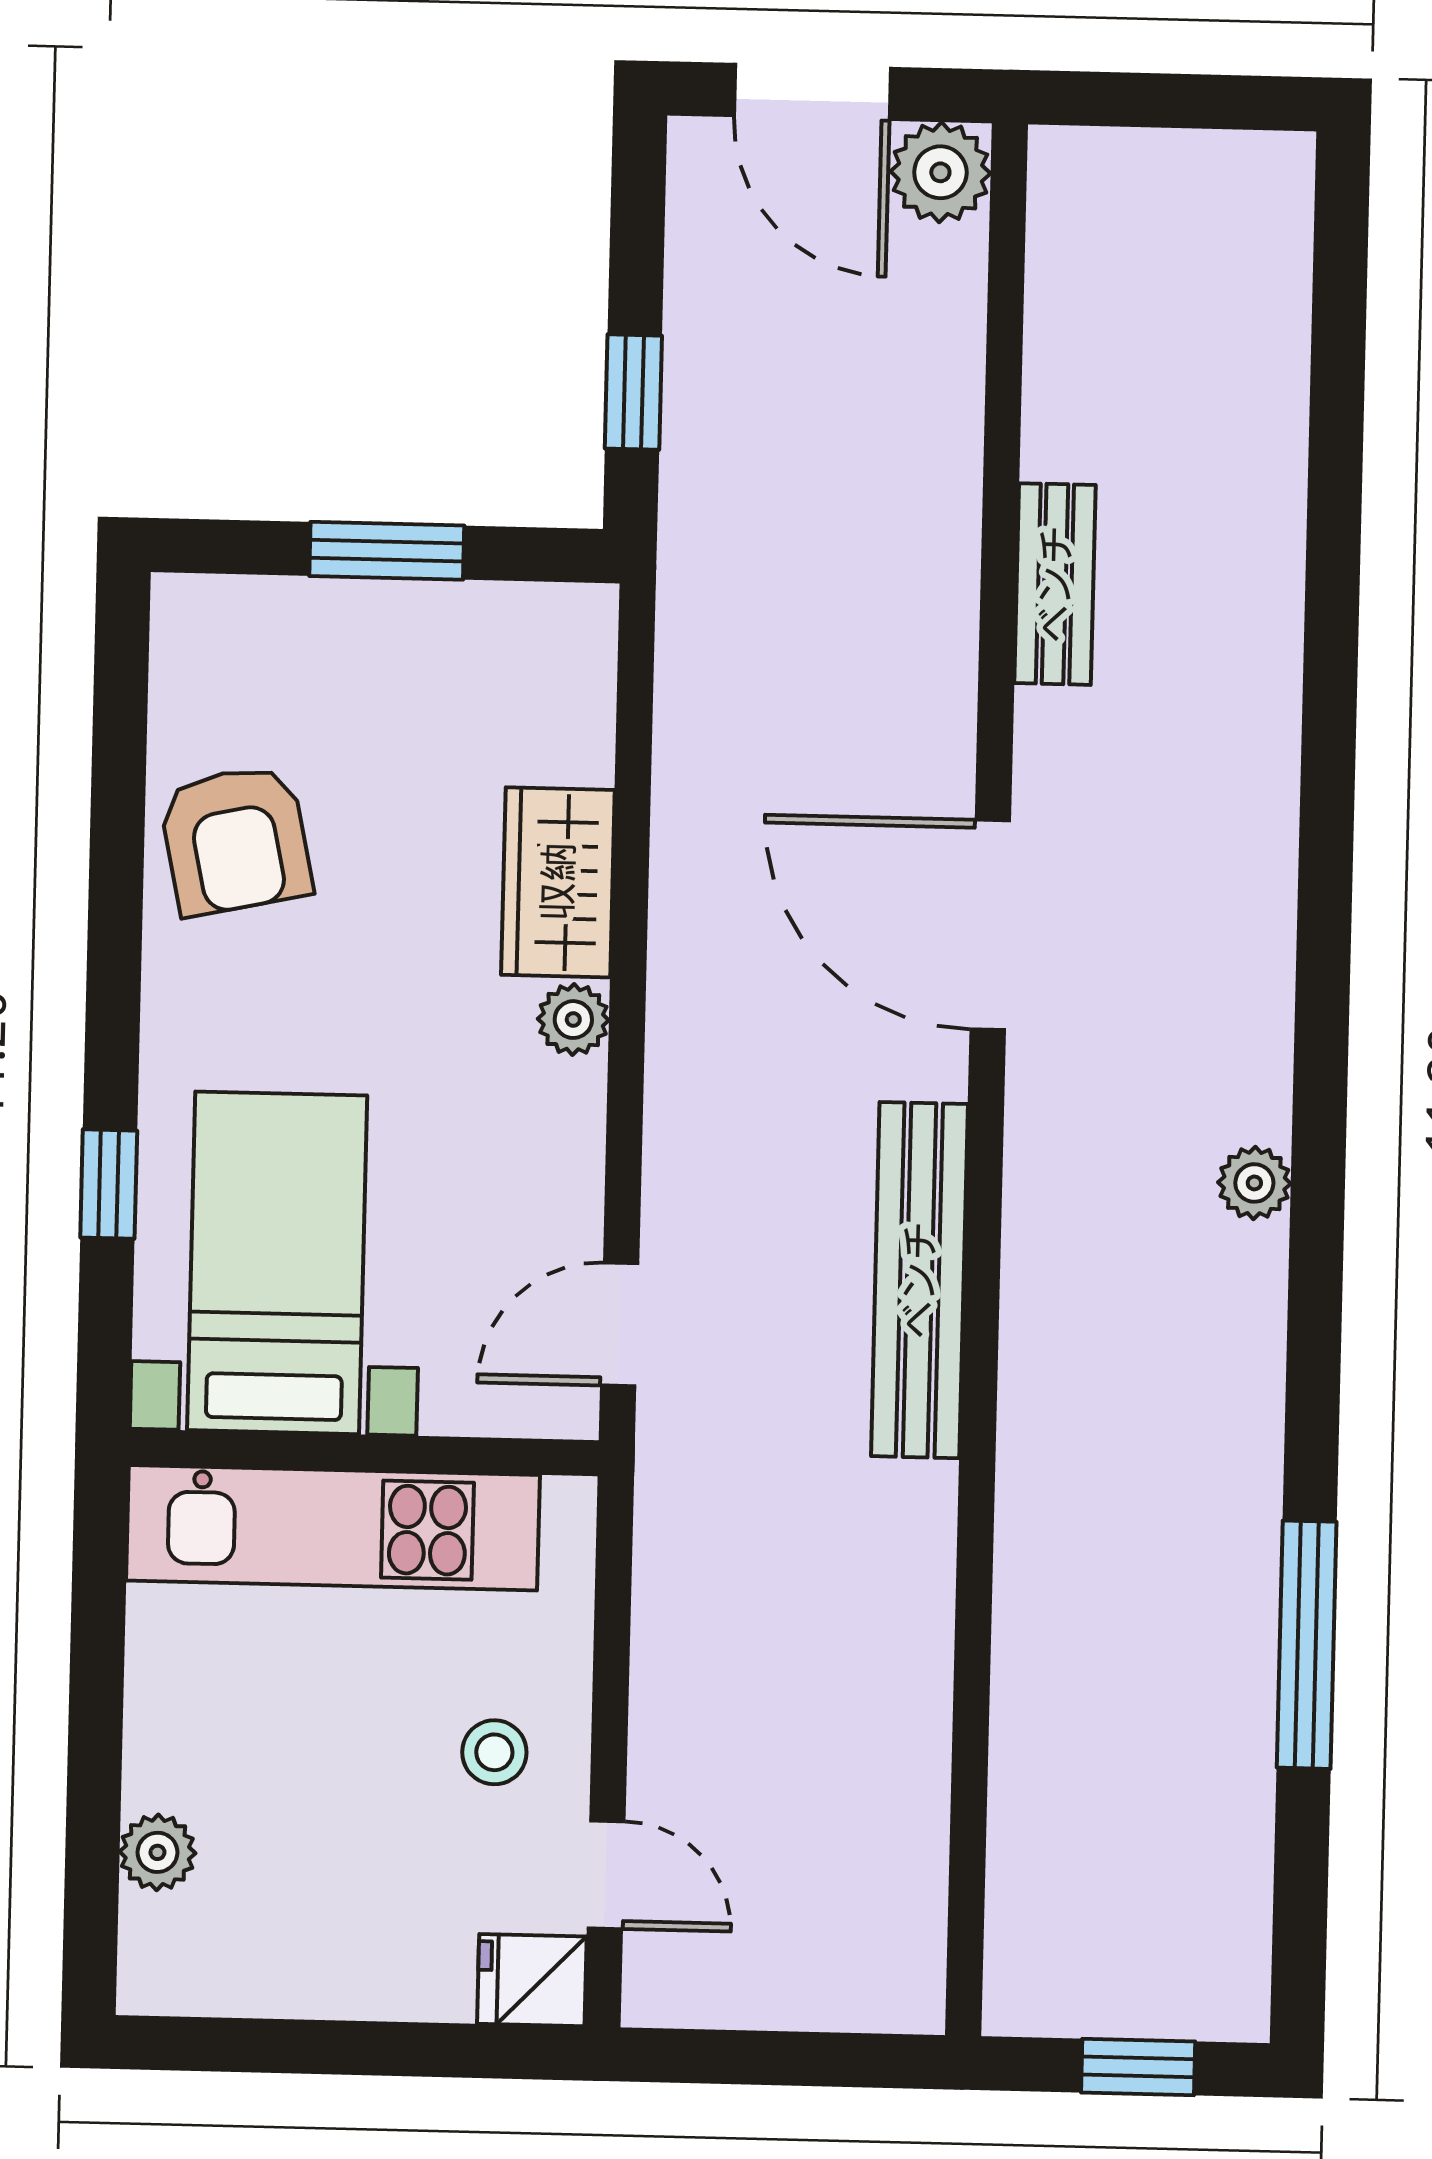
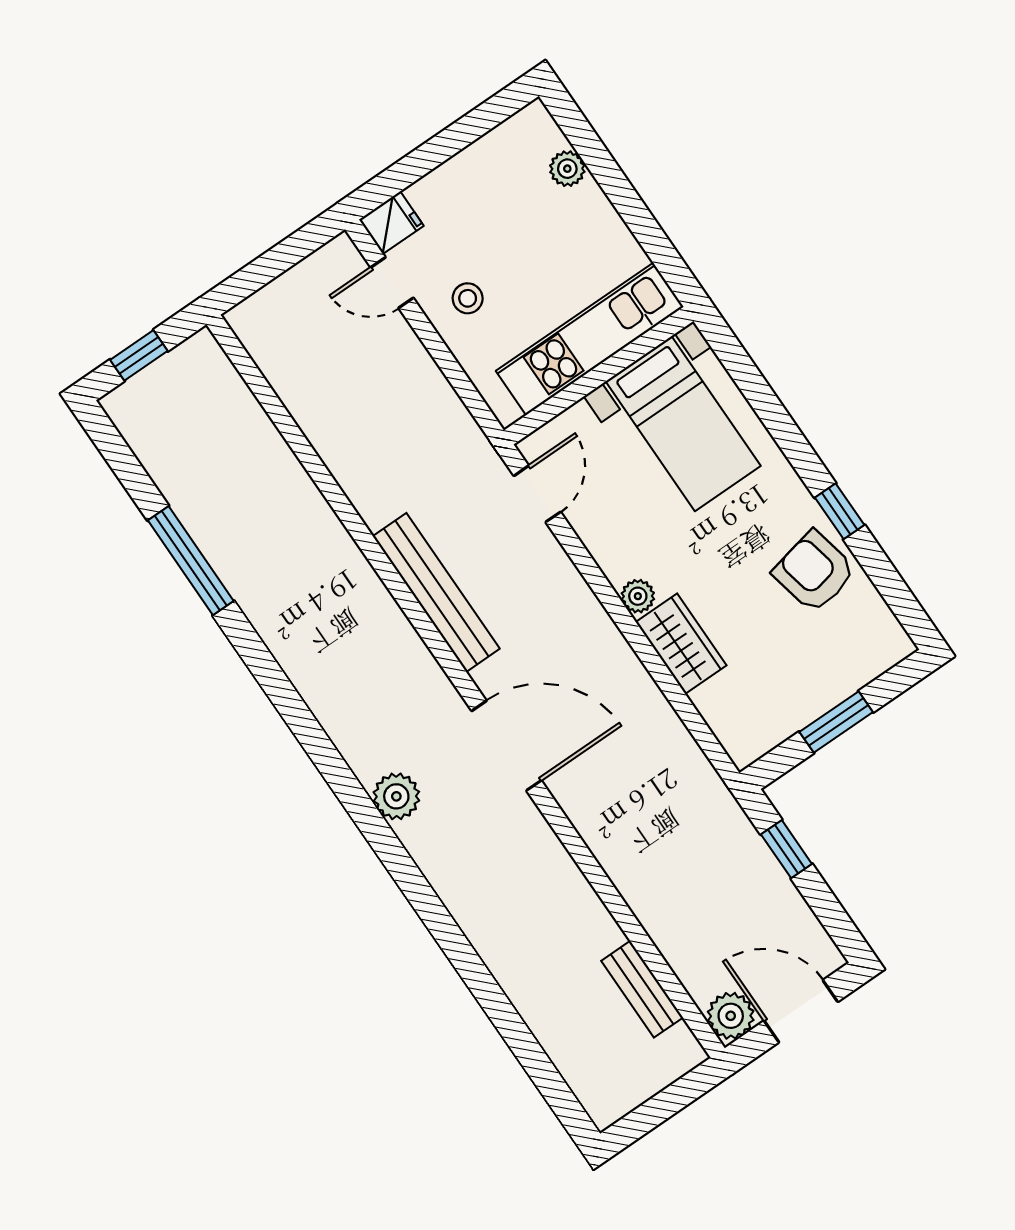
bench: (1055, 584) -> (642, 989), moved
plant: (1254, 1183) -> (396, 796), moved, width x1.38, depth x1.38
window: (109, 1184) -> (840, 511), moved

